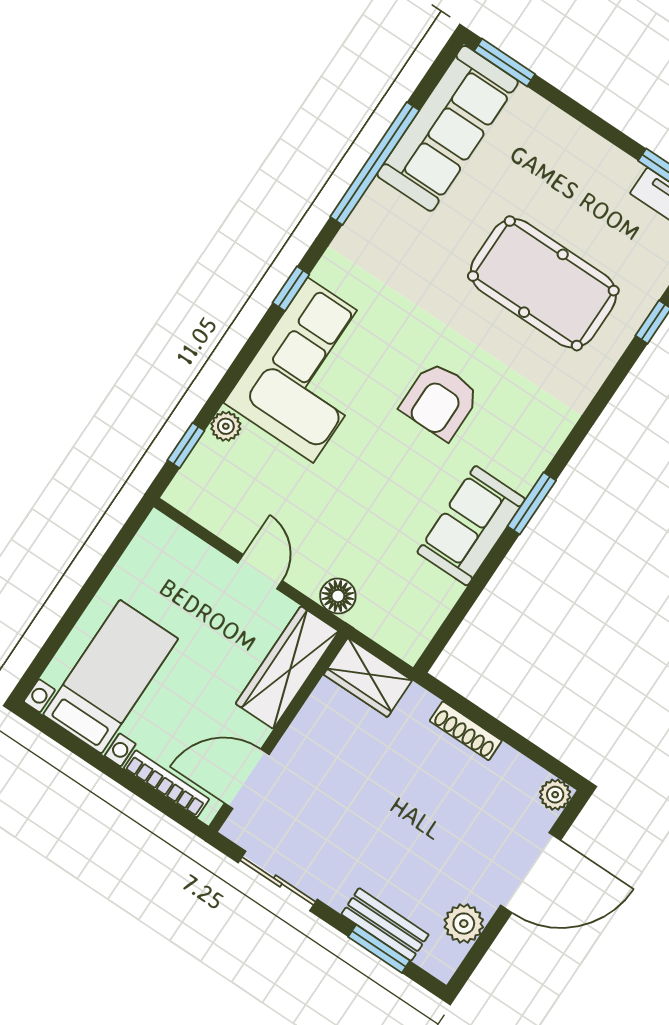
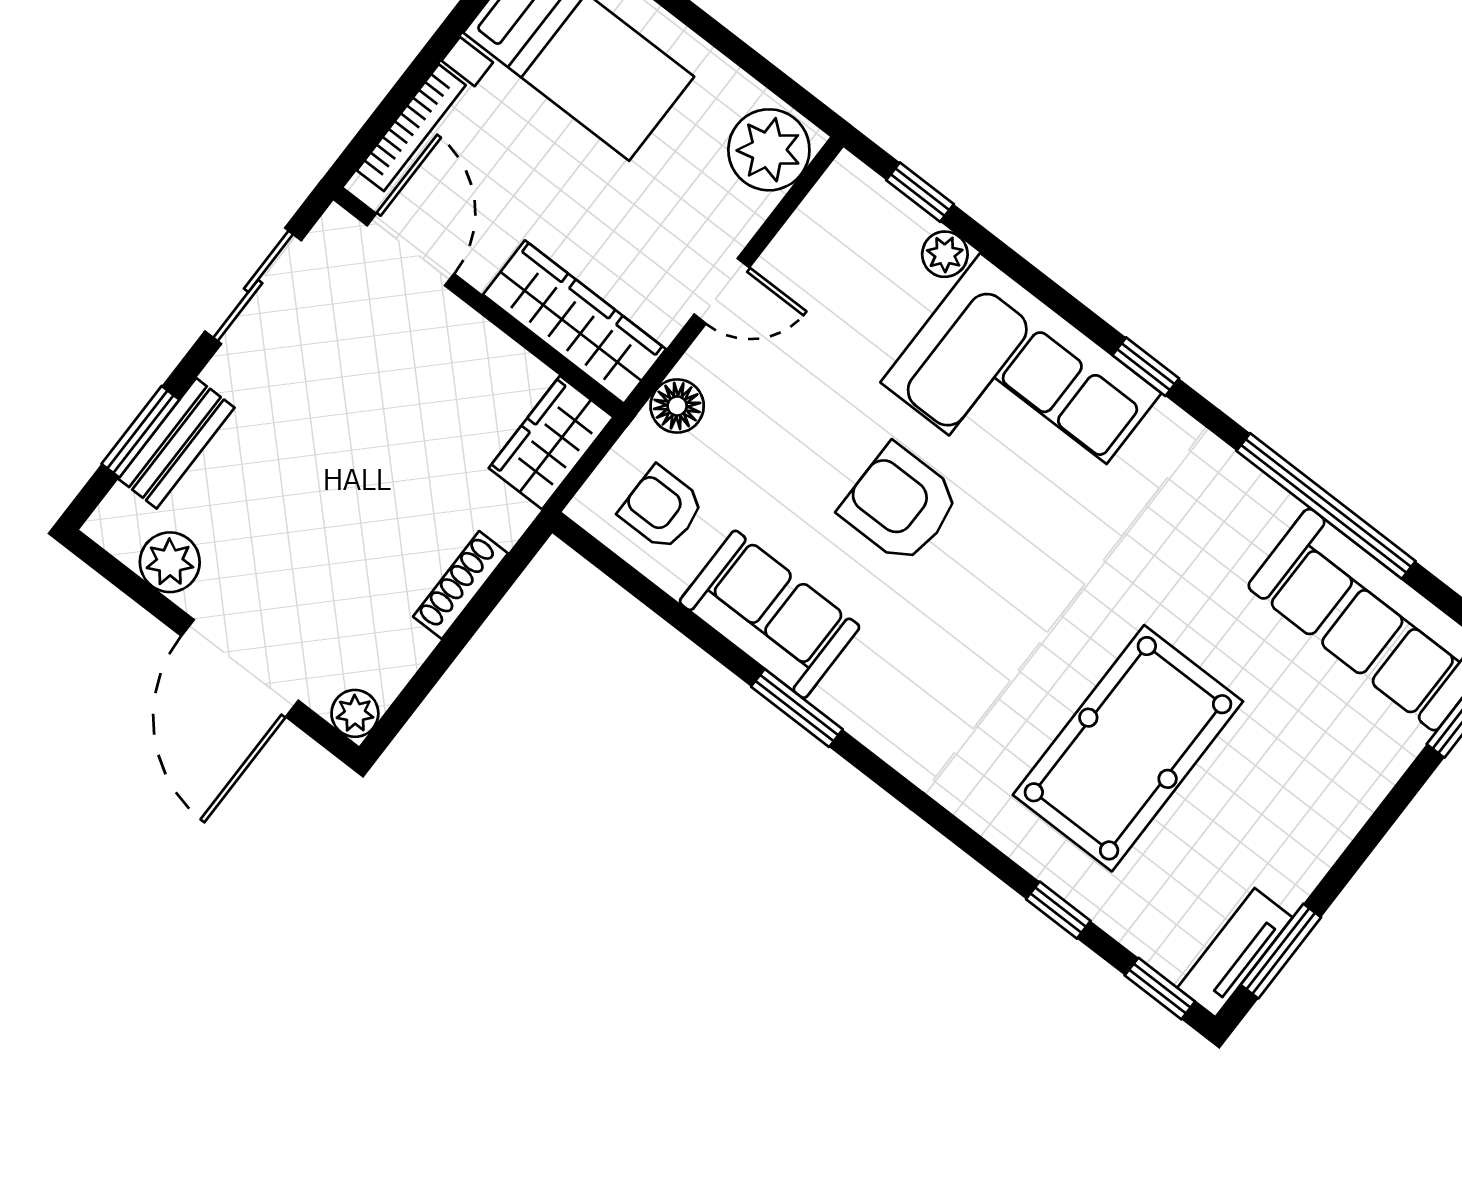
armchair: (440, 401) -> (900, 504), moved
plant: (165, 547) -> (769, 150), added
armchair: (406, 602) -> (662, 508), added

